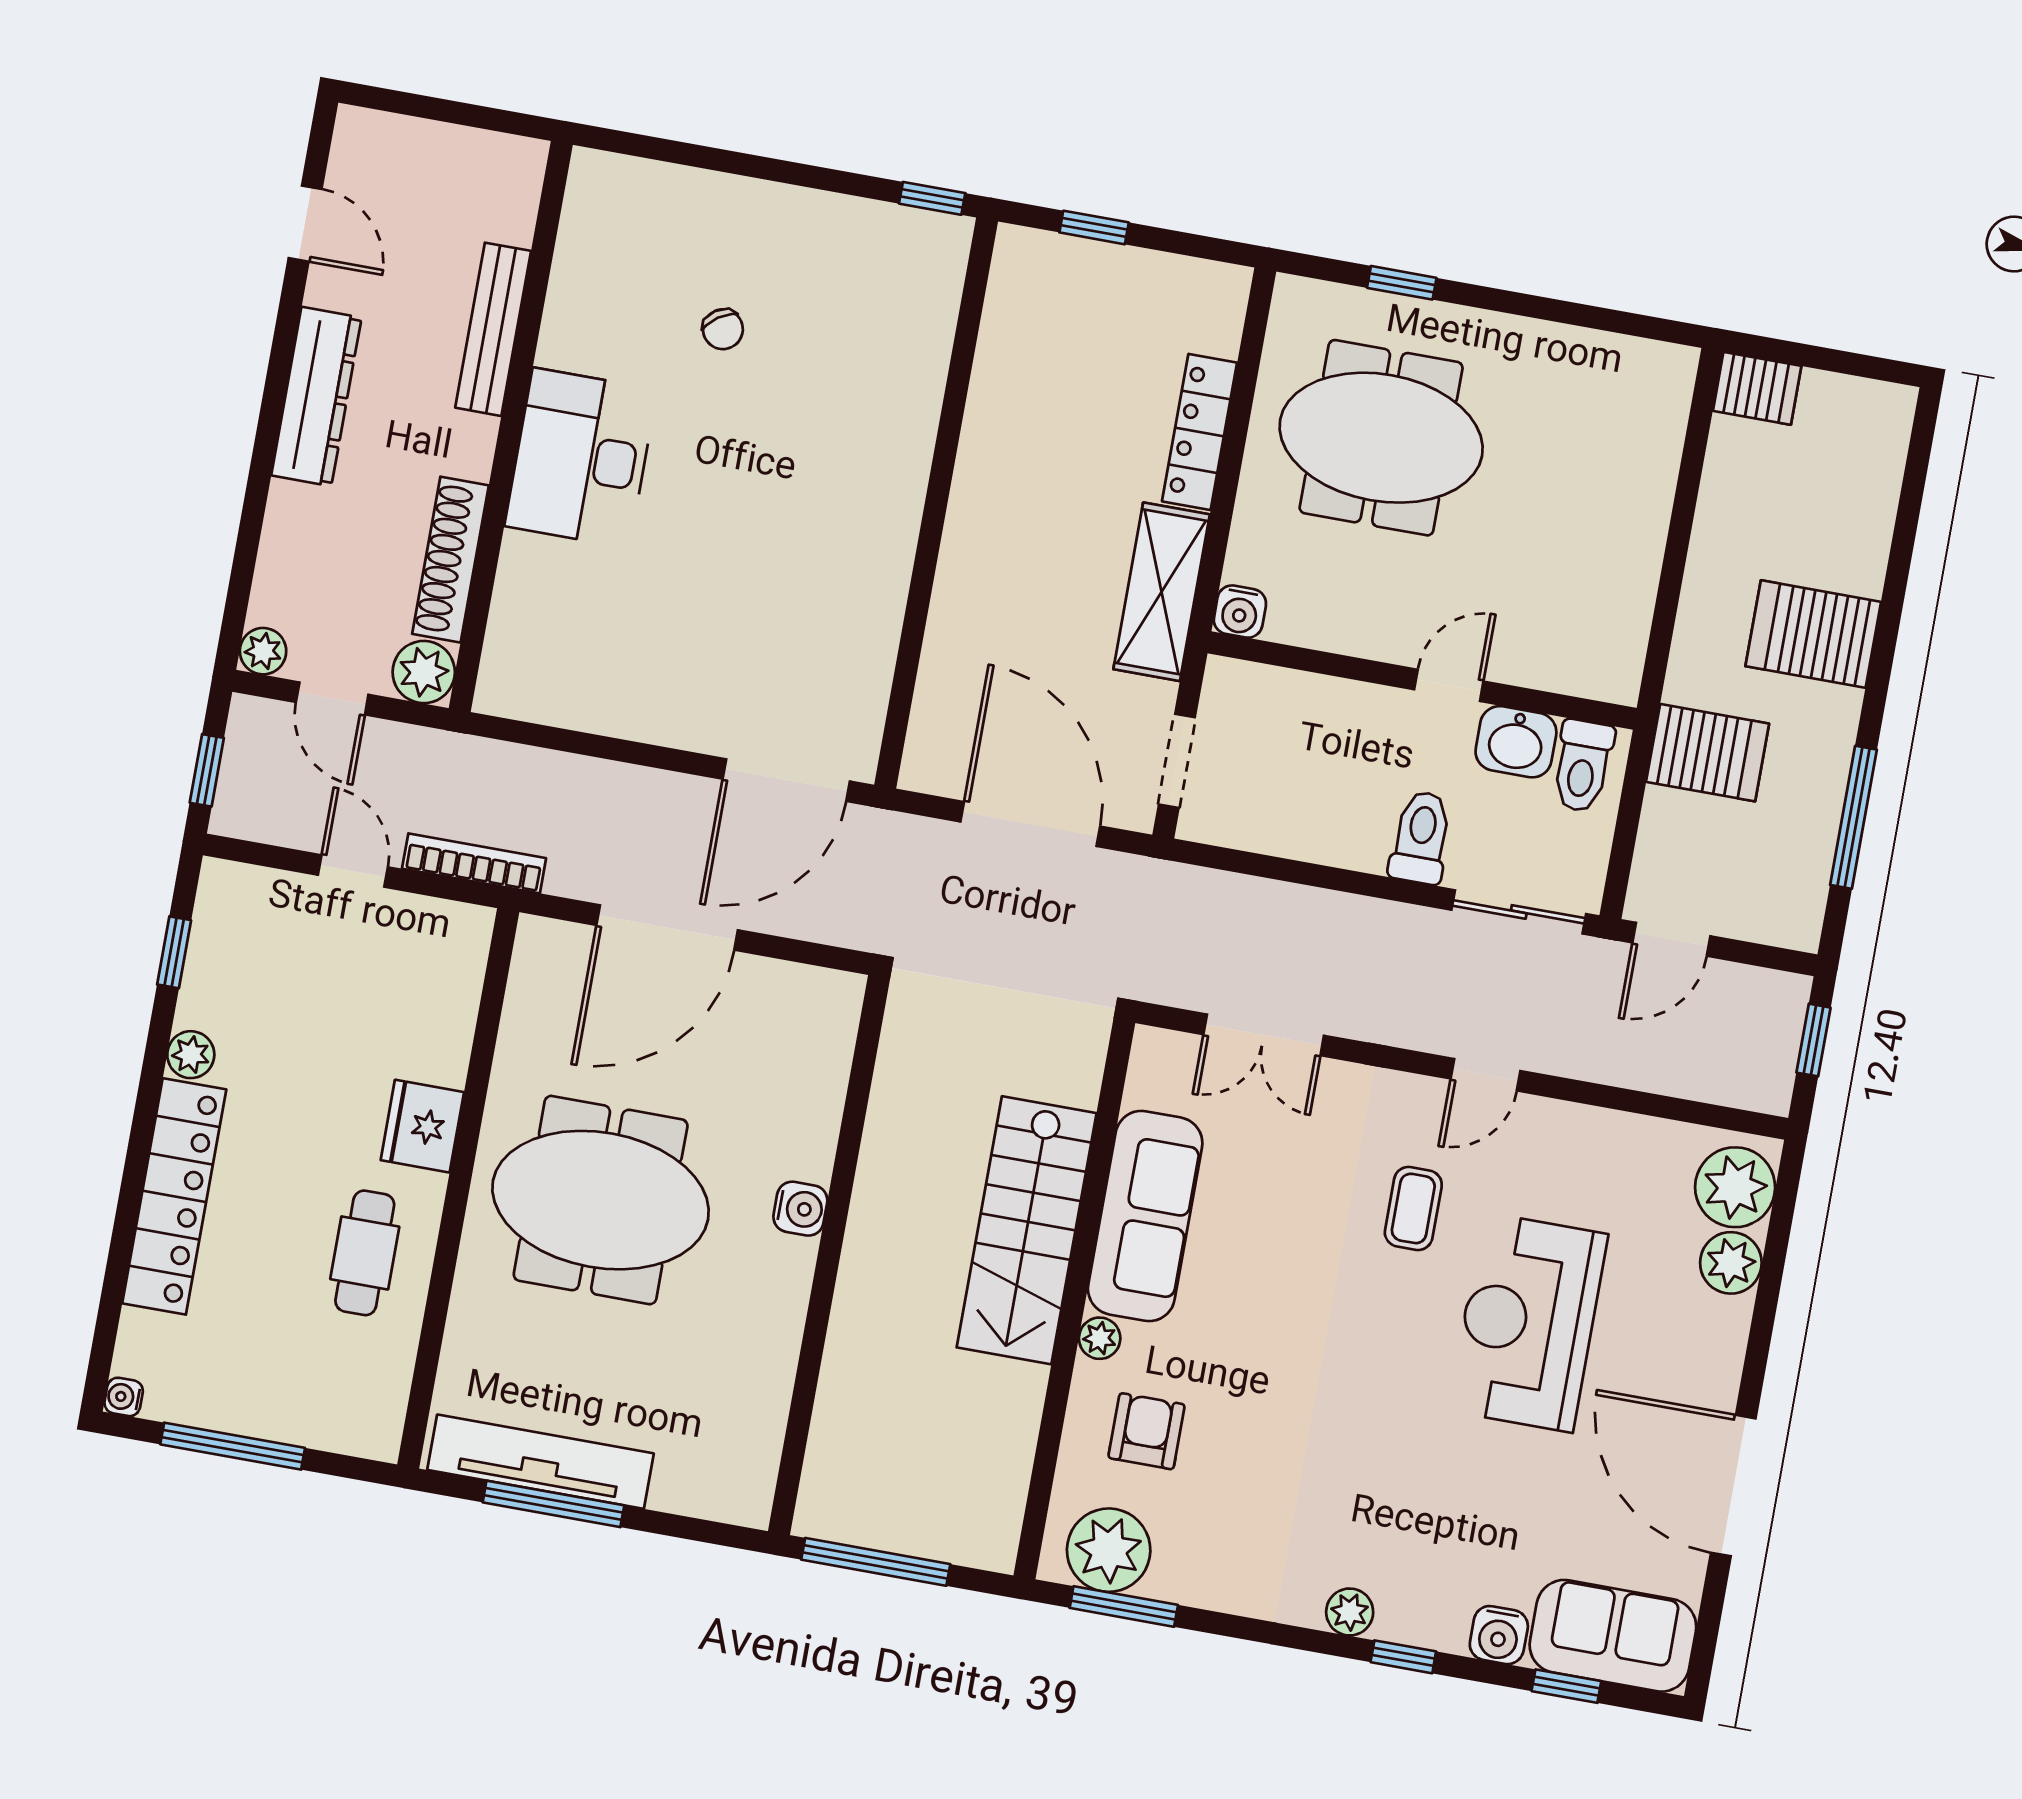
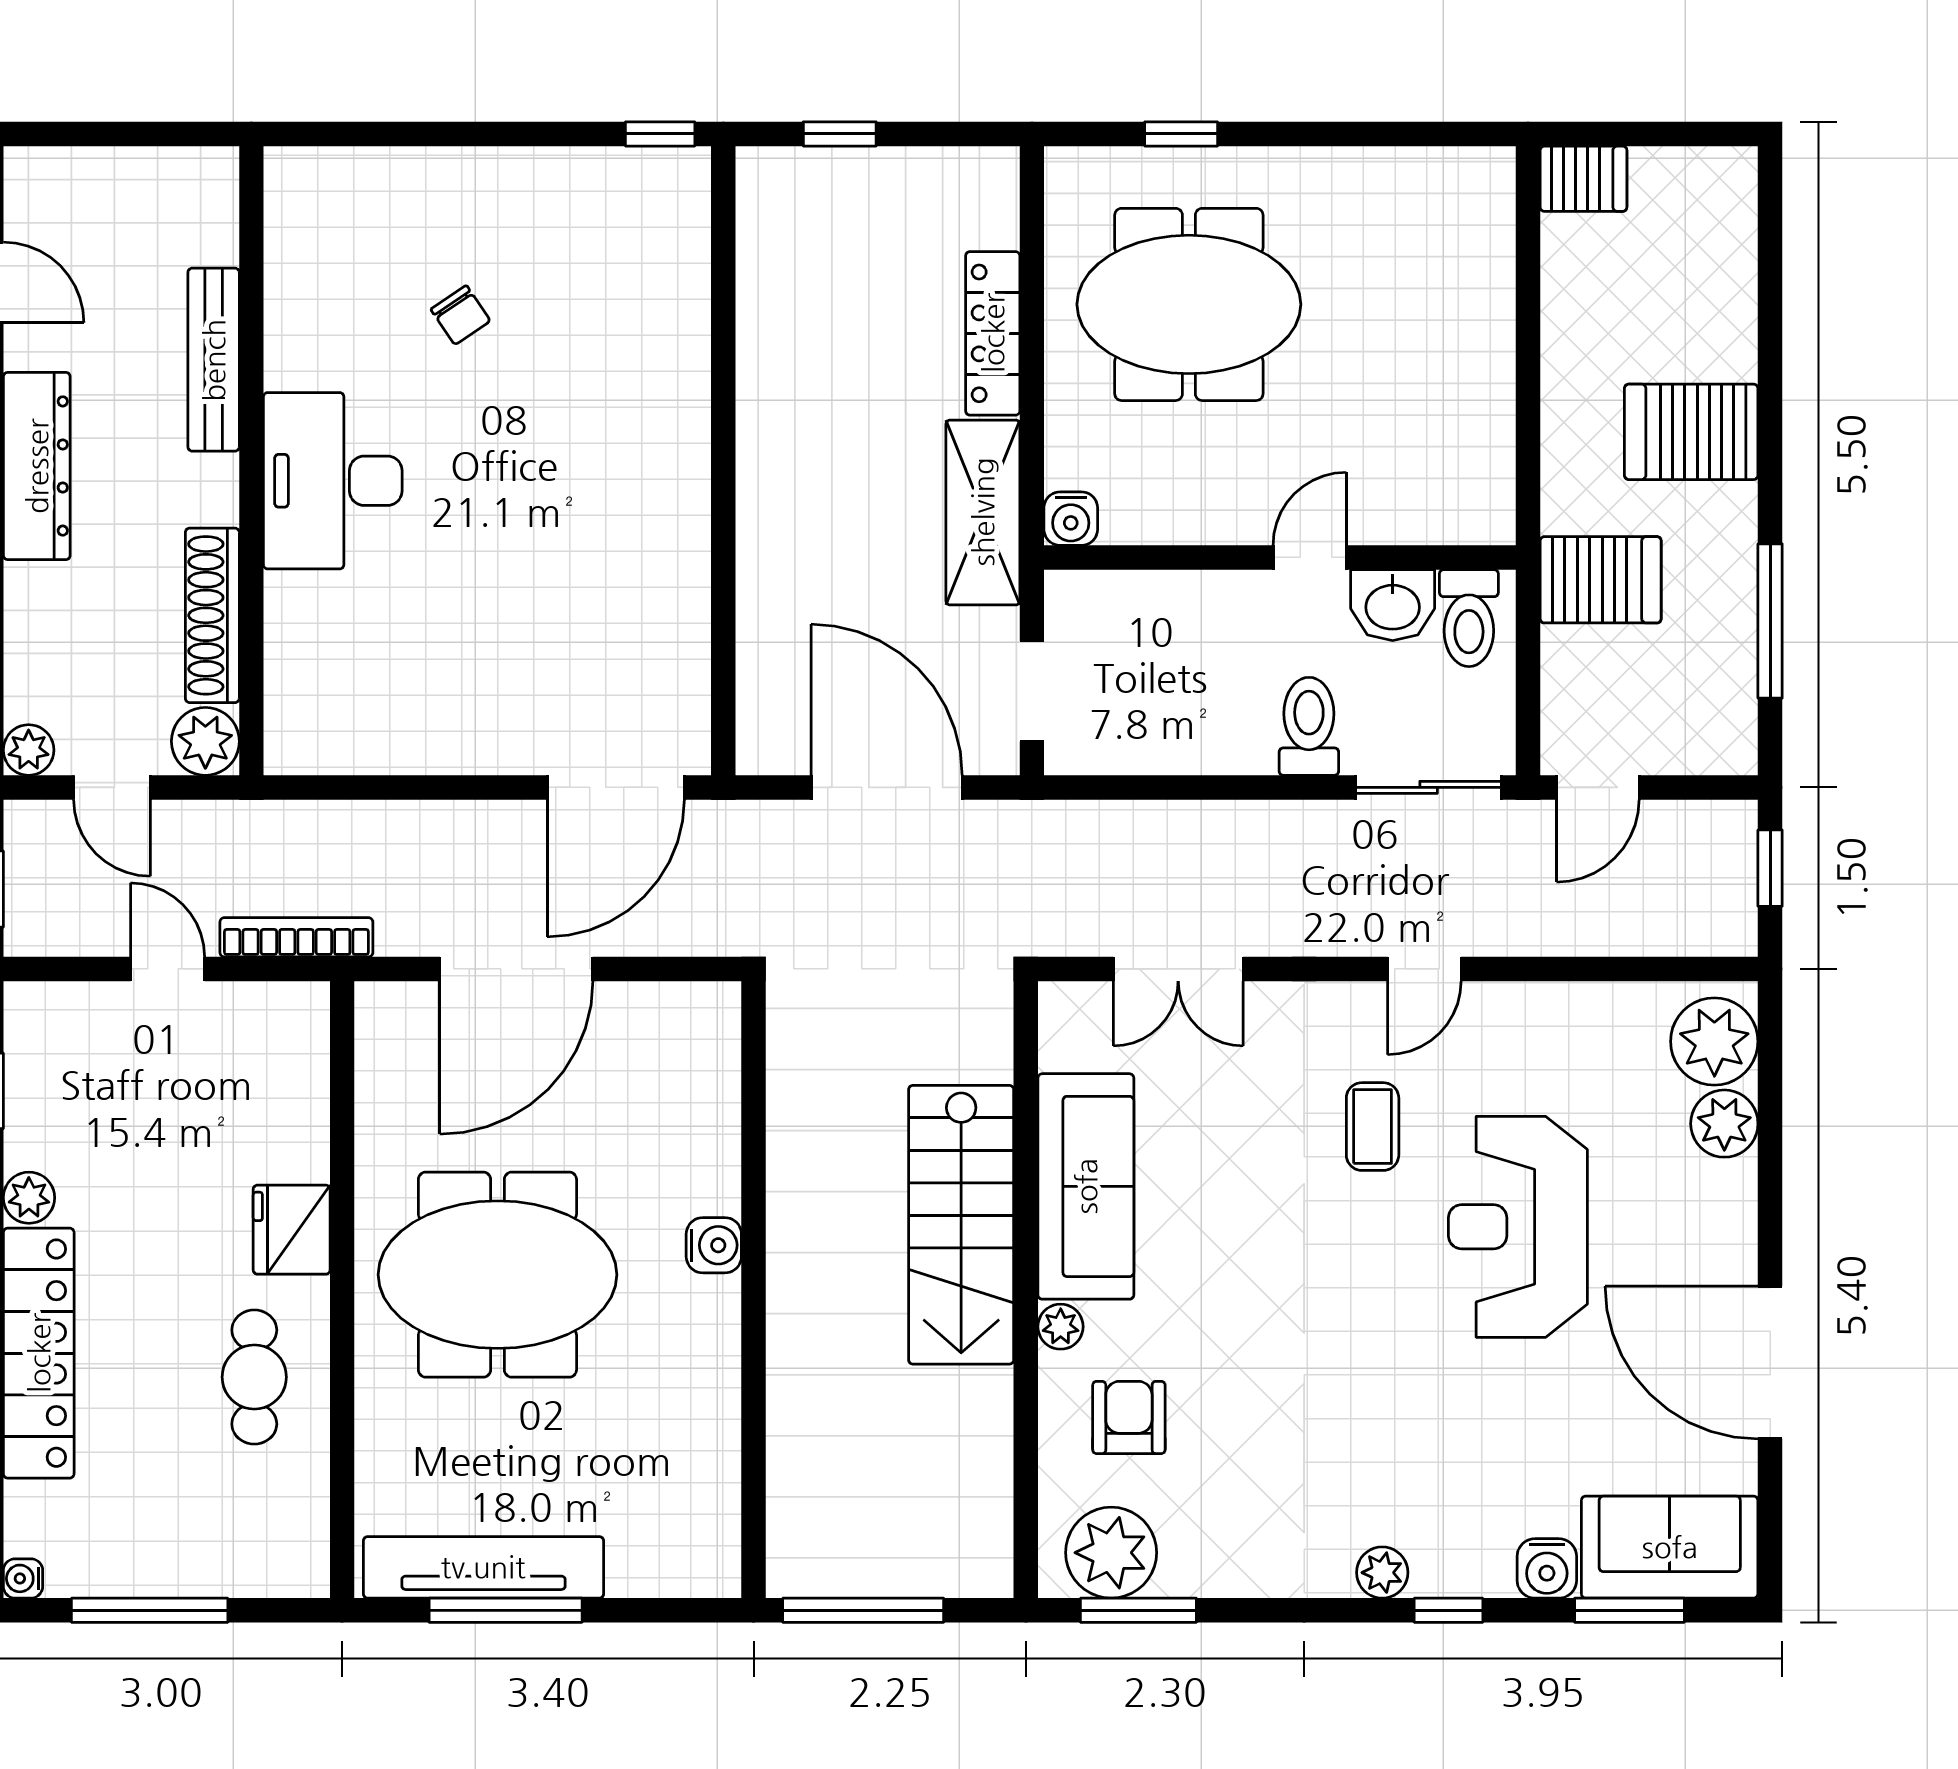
window: (1566, 1686) -> (1629, 1610), width x1.50

